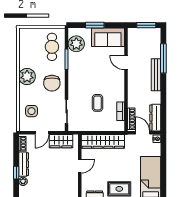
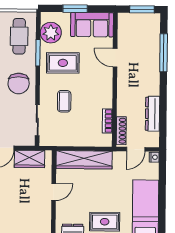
rug: (86, 67) -> (63, 63), added
bench: (156, 75) -> (154, 74), removed
coffee table: (97, 103) -> (64, 101), moved
dresser: (155, 118) -> (153, 114), moved
door: (143, 133) -> (136, 149), swing flipped

